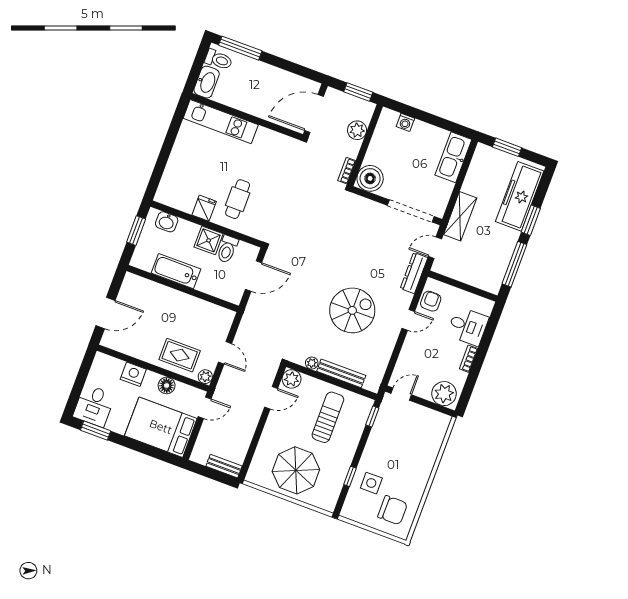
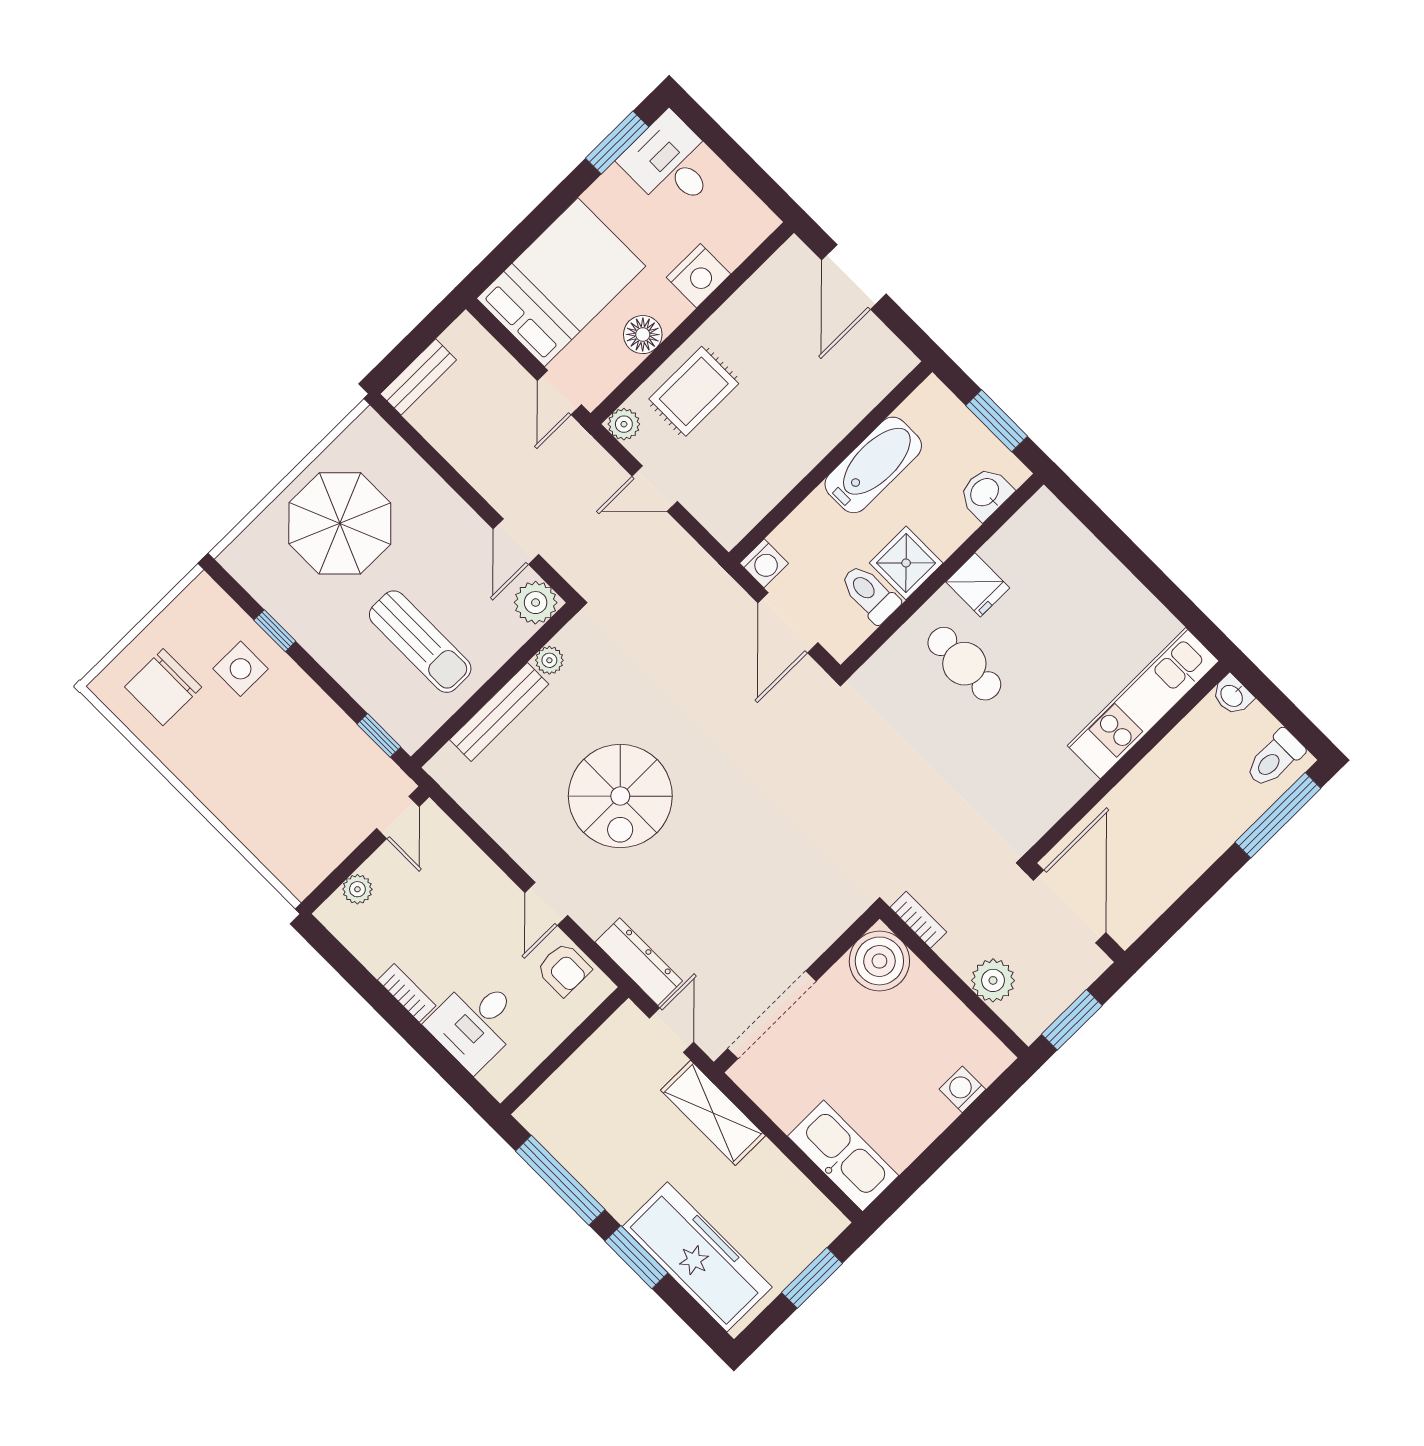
washbasin: (207, 82) -> (1232, 695), width x0.52, depth x0.69
washing machine: (235, 296) -> (764, 563), added
plant: (444, 394) -> (357, 889), width x0.53, depth x0.53

